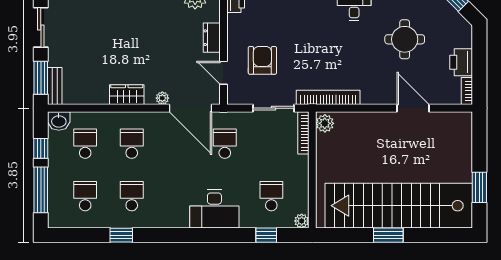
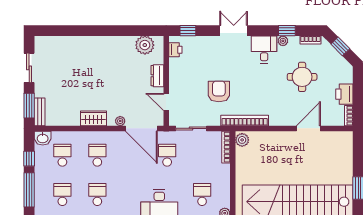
armchair: (262, 60) -> (219, 92), moved
sliding door: (274, 108) -> (191, 128), moved
door: (413, 108) -> (308, 128), hinge flipped

